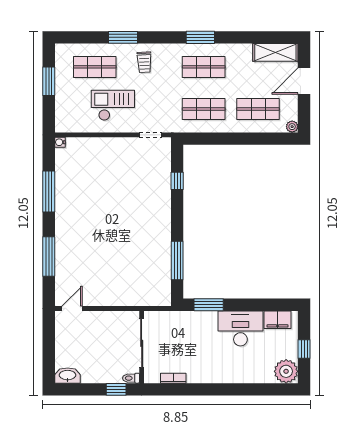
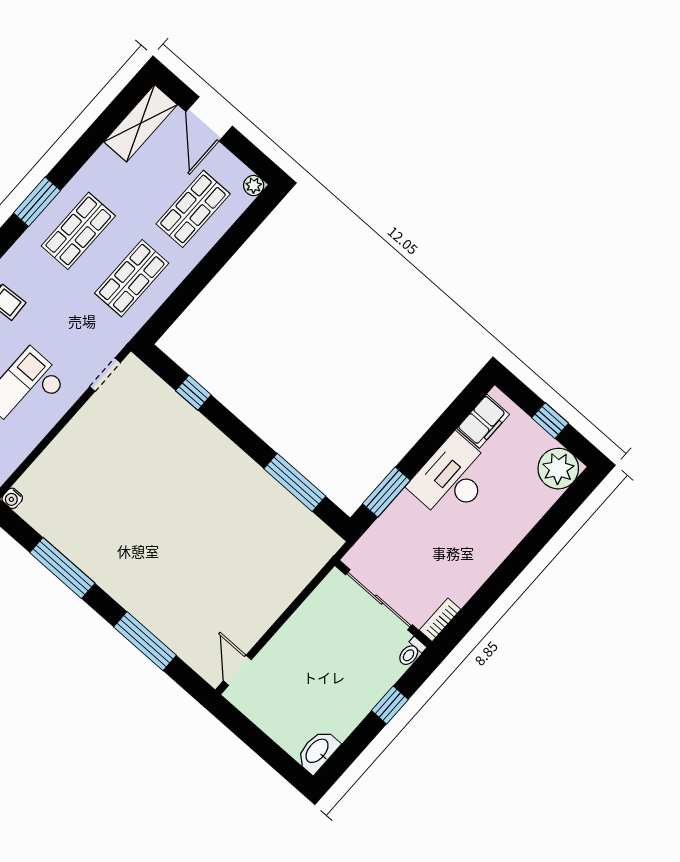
sliding door: (142, 343) -> (379, 600), moved
wall: (142, 347) -> (384, 604), moved
toilet: (131, 378) -> (411, 652), moved

